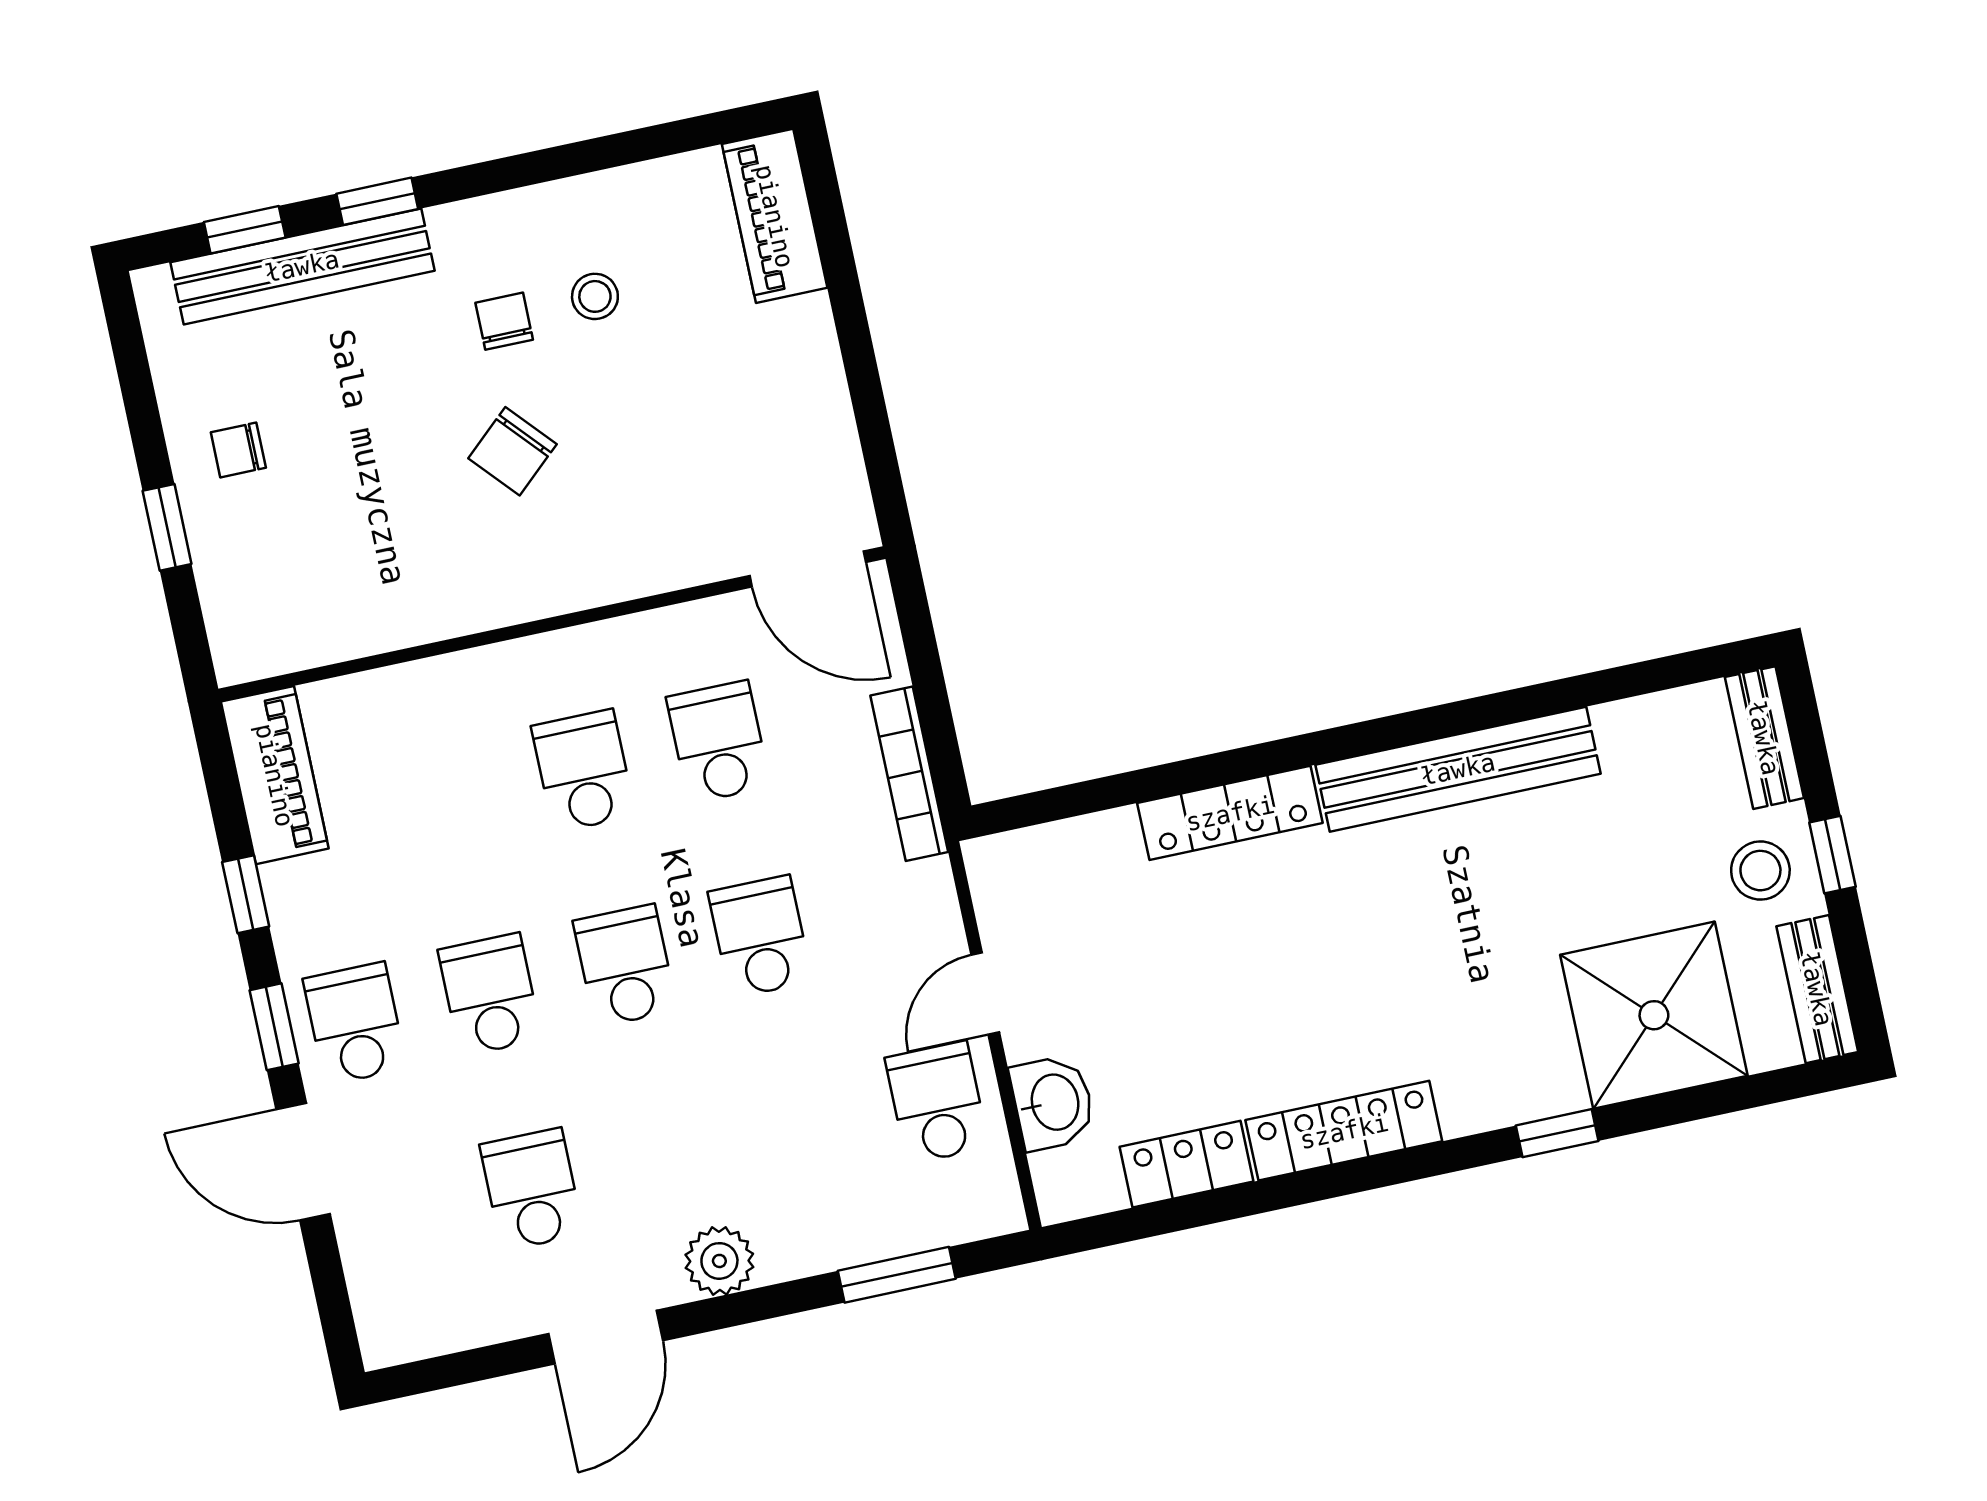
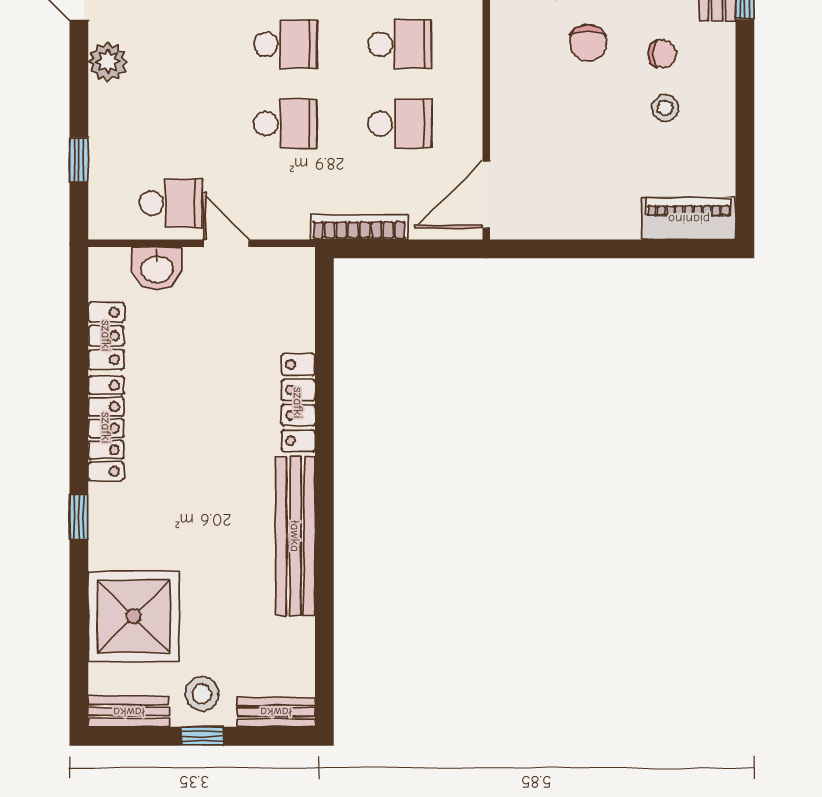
chair: (512, 451) -> (588, 43), turned -138
window: (1557, 1133) -> (79, 517), moved
window: (897, 1275) -> (79, 160), width x0.67

